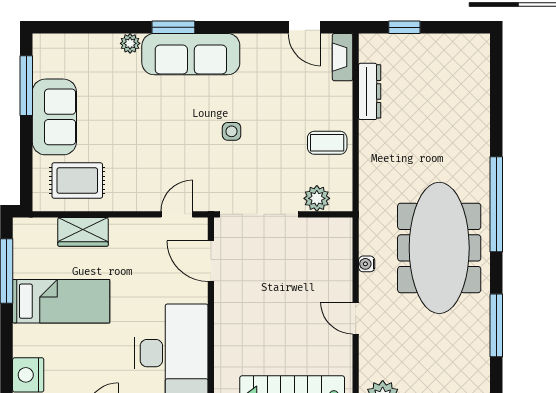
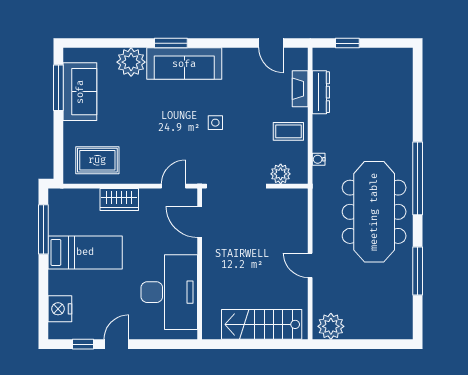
plant: (130, 43) -> (131, 62), width x1.87, depth x1.87
fireplace: (343, 57) -> (300, 89), moved
sofa: (54, 117) -> (80, 92), moved
wardrobe: (83, 232) -> (119, 199), moved
water cooler: (367, 264) -> (319, 159), moved

